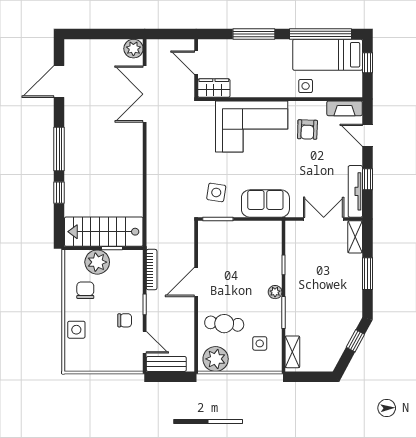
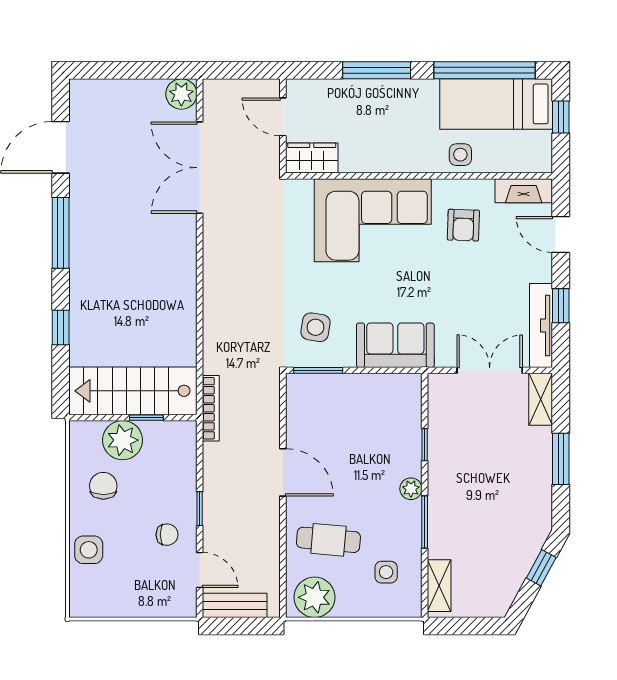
window: (59, 149) -> (61, 233), moved
bookcase: (152, 270) -> (211, 408), moved
door: (196, 282) -> (283, 472), swing flipped

